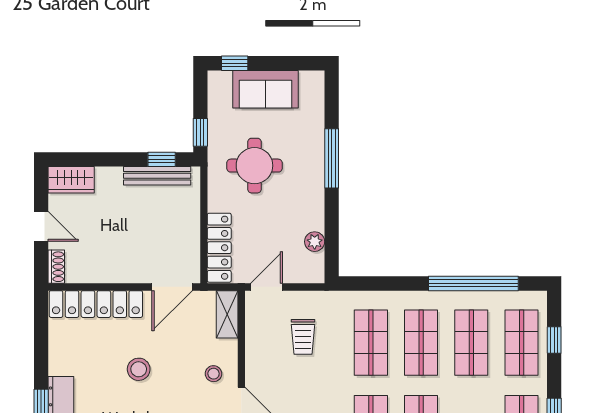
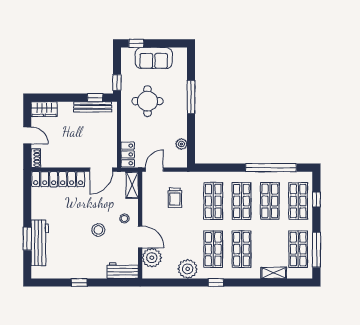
locker: (219, 248) -> (128, 154), width x0.66
stool: (139, 369) -> (98, 230), moved

